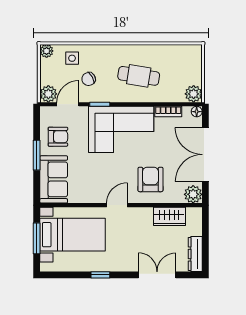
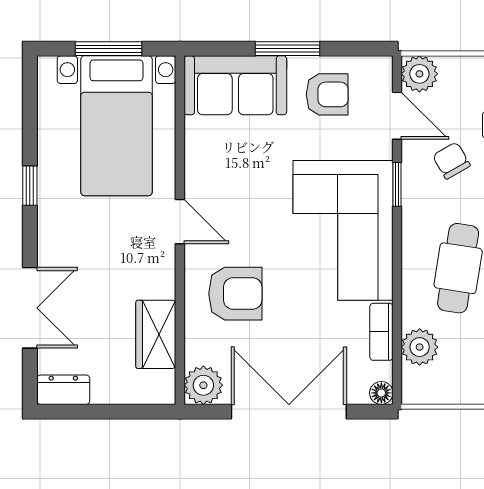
plant: (194, 94) -> (420, 347), moved
armchair: (58, 137) -> (327, 94), turned -90
dresser: (195, 254) -> (63, 390), width x0.70

